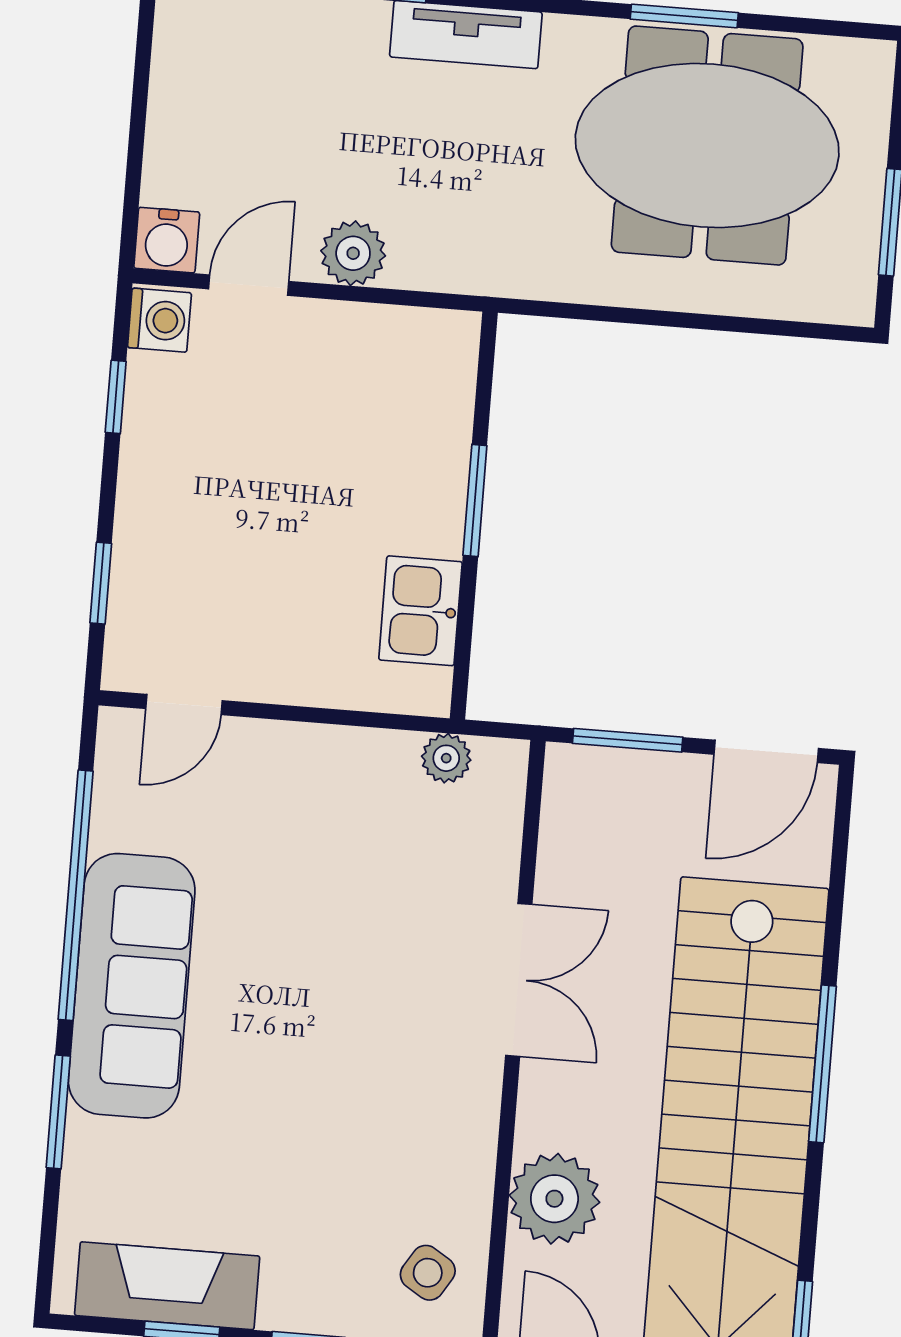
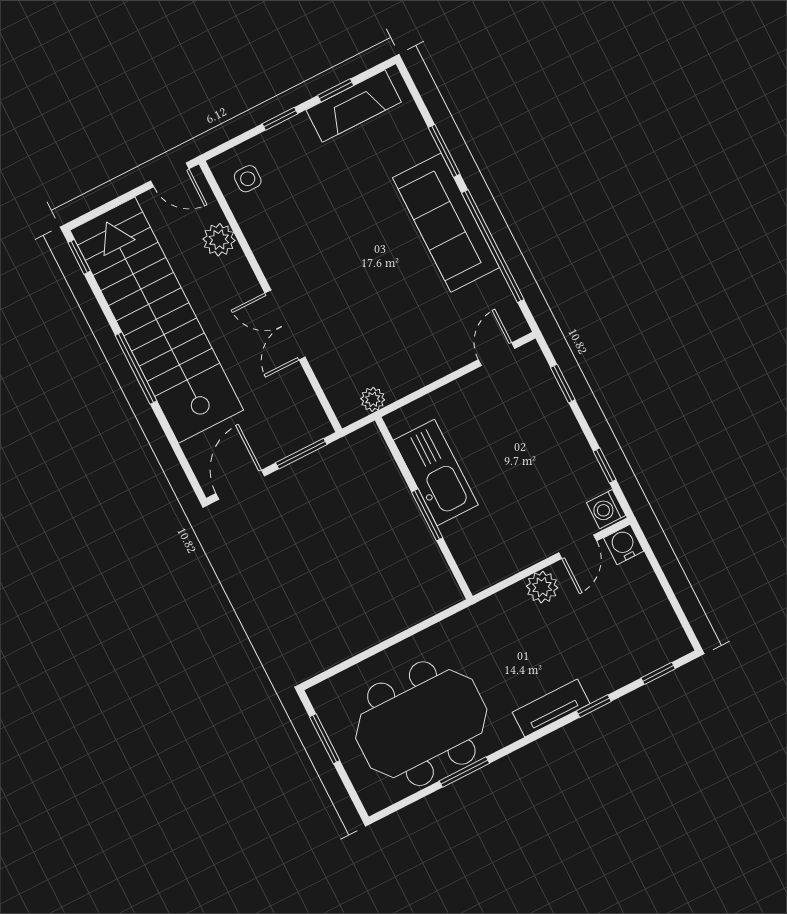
kitchen sink: (420, 611) -> (436, 472), width x1.87, depth x1.24
plant: (554, 1199) -> (219, 240), width x0.73, depth x0.73
side table: (428, 1273) -> (248, 179), turned -32

